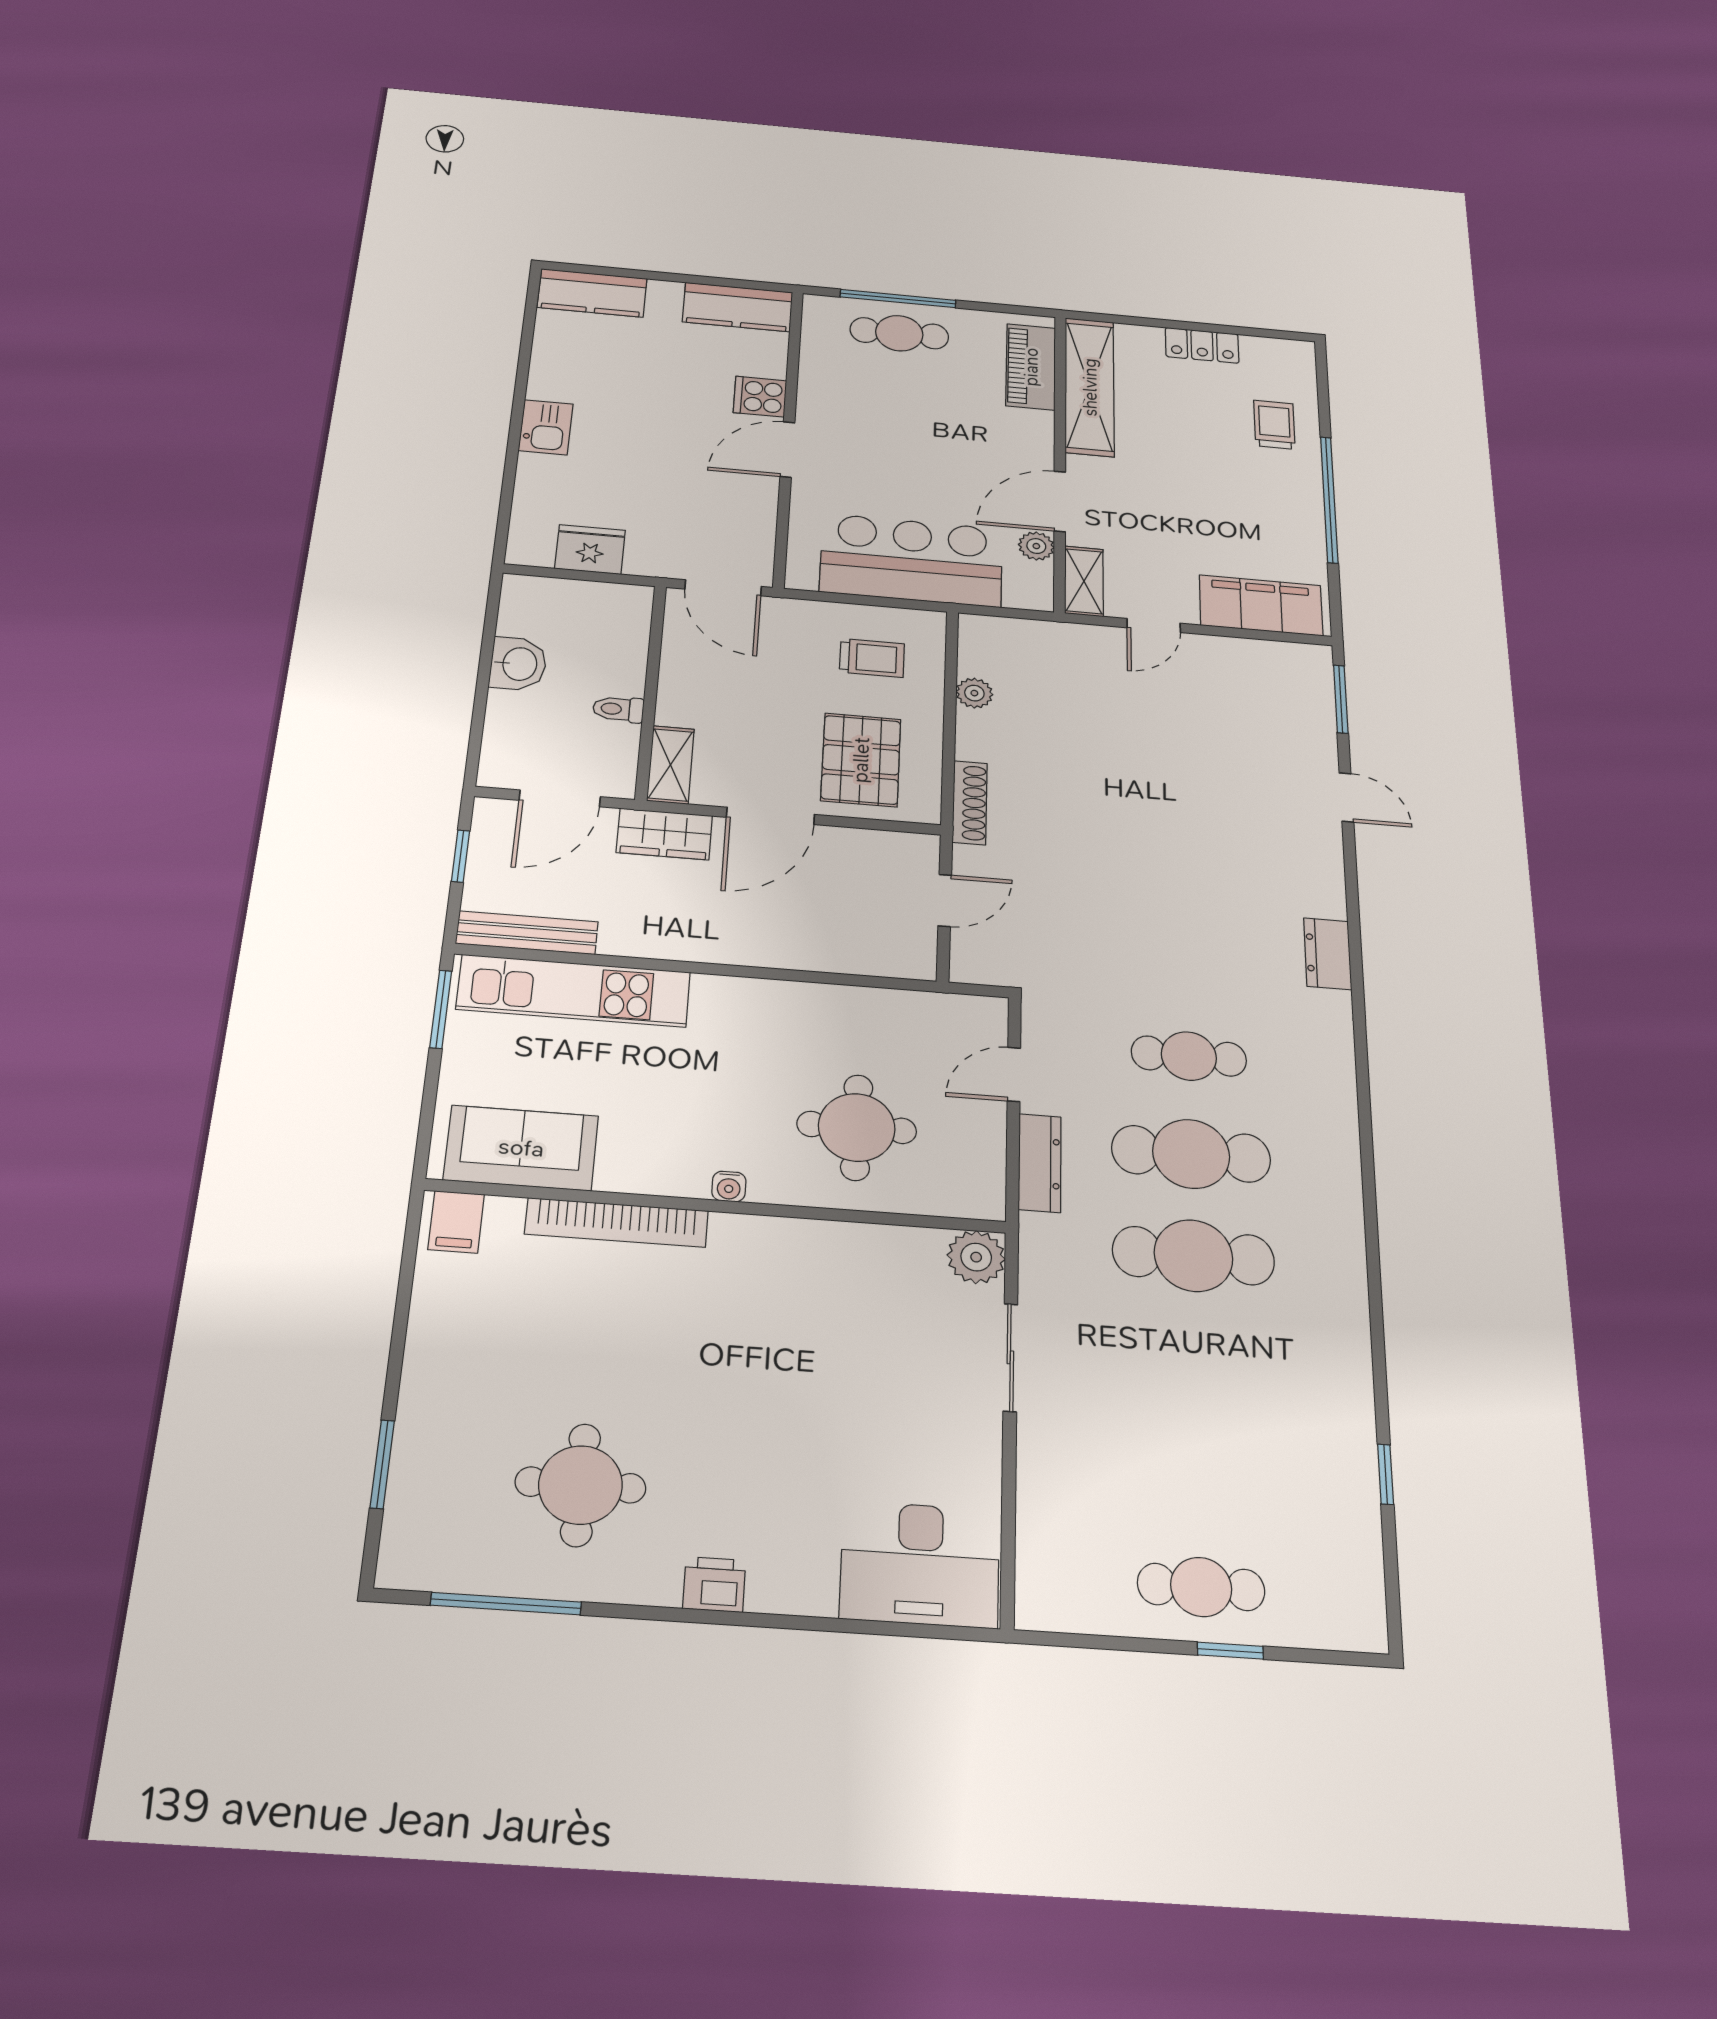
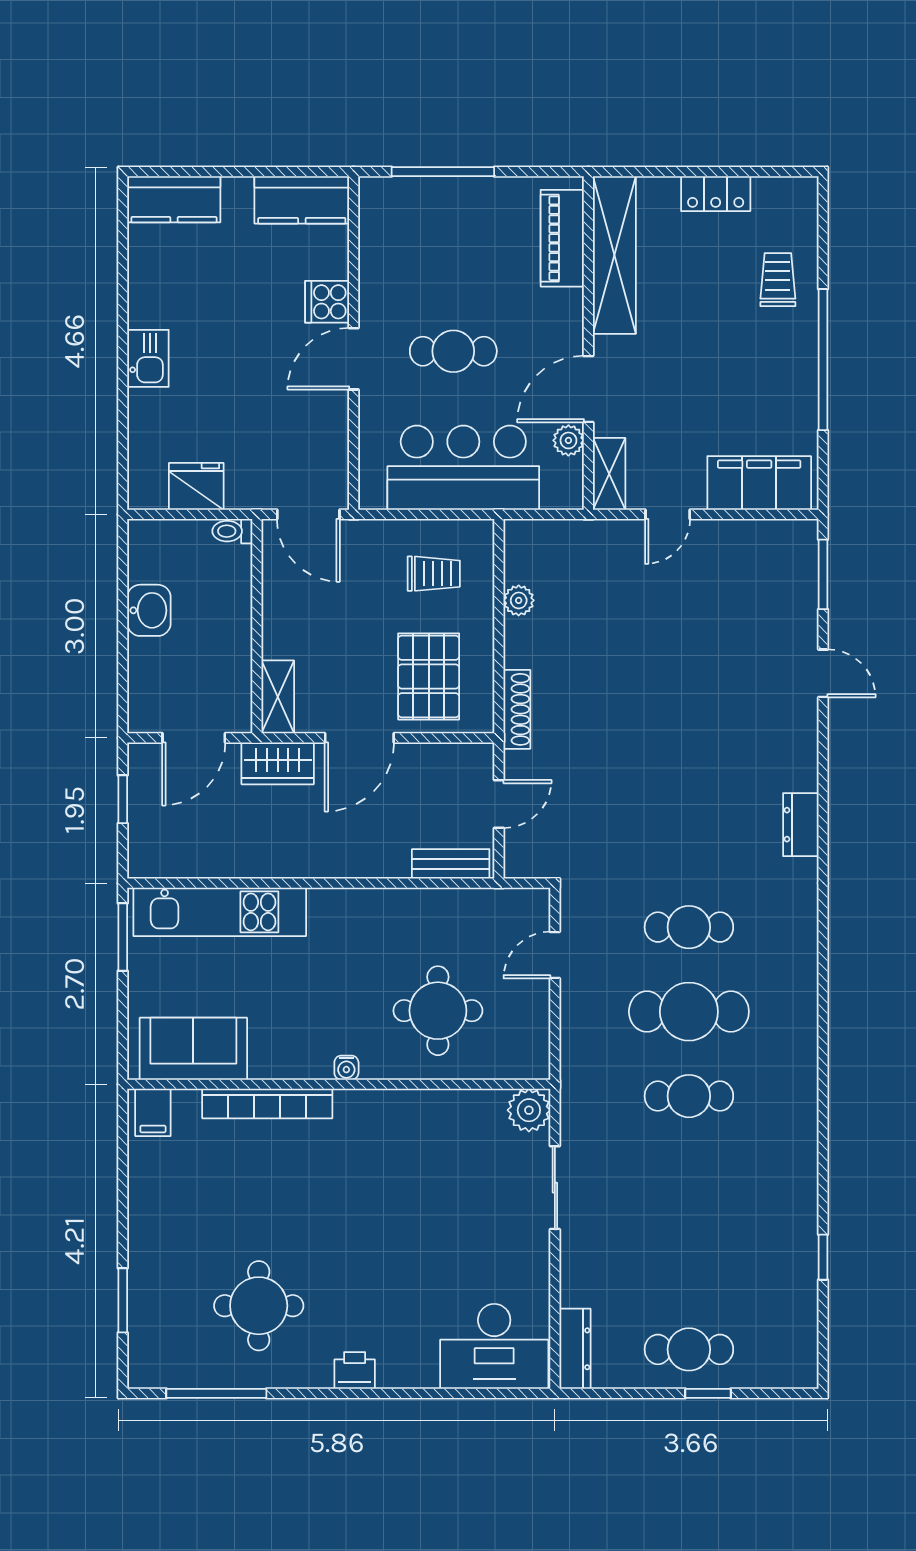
cafe table: (899, 333) -> (453, 351), moved
toilet: (618, 709) -> (232, 531), moved
bench: (527, 933) -> (451, 864), moved, width x0.73
dresser: (1040, 1163) -> (575, 1349), moved
cafe table: (1193, 1256) -> (689, 1096), width x0.73, depth x0.74

